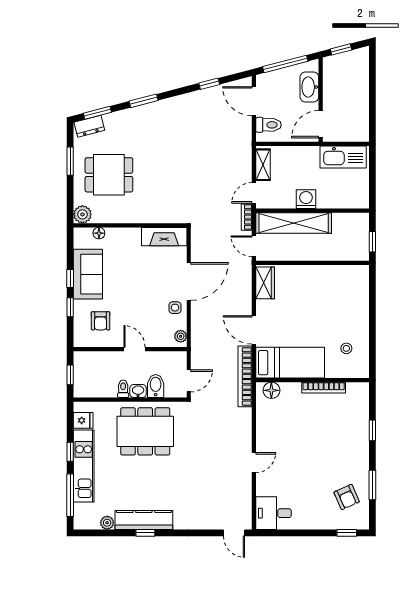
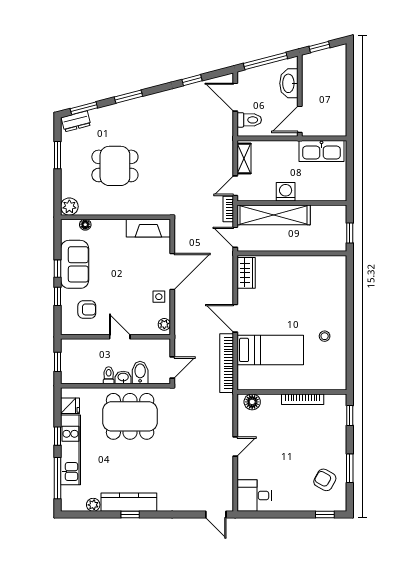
dining table: (109, 175) -> (115, 166), moved
armchair: (101, 321) -> (87, 309), turned -90
wall: (313, 380) -> (292, 392), moved
bookcase: (324, 388) -> (303, 399), moved
floor lamp: (271, 390) -> (252, 402), moved
armchair: (347, 497) -> (325, 480), turned 143

